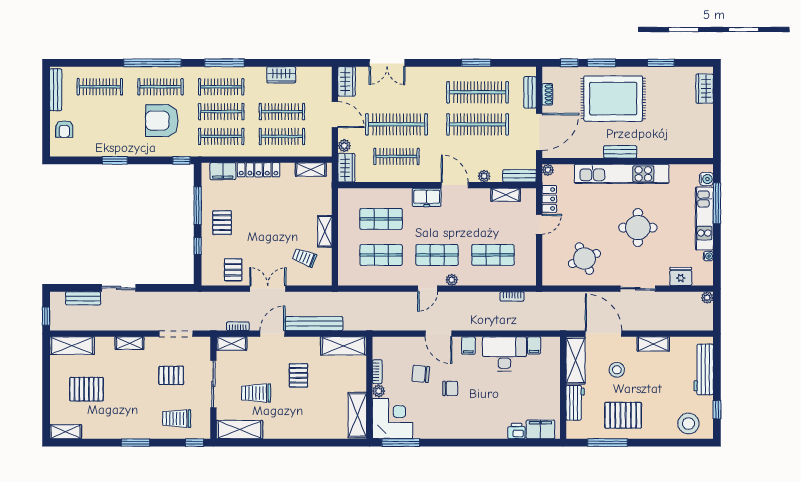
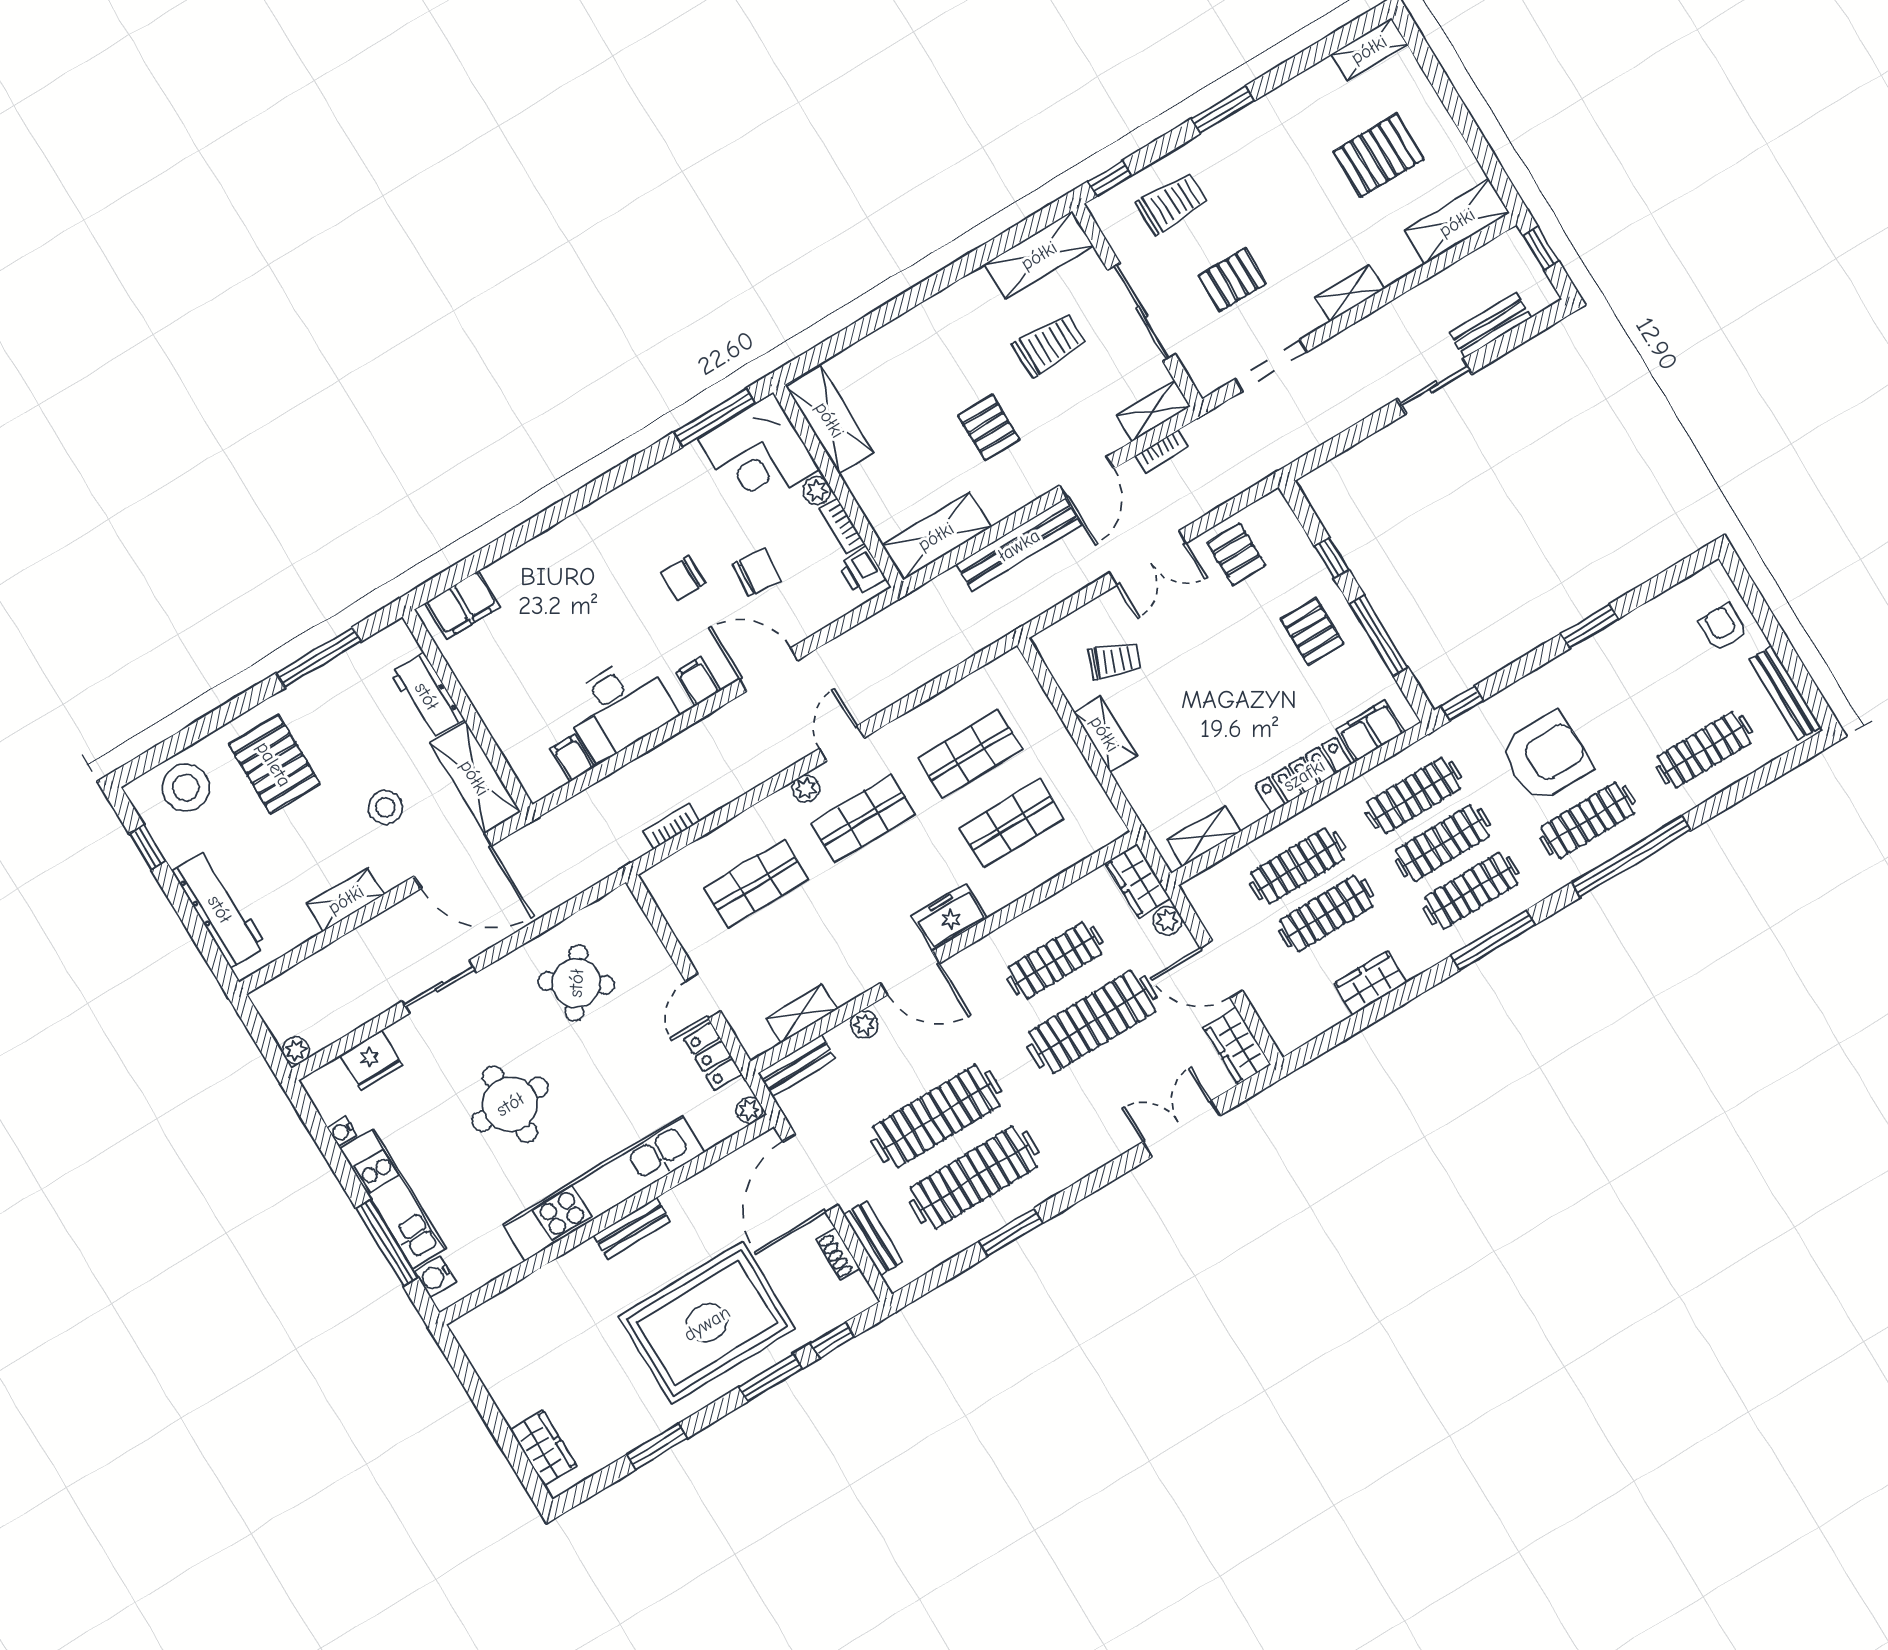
round table: (584, 259) -> (576, 983), turned -32
pallet: (623, 415) -> (274, 764), moved, turned 90
printer: (517, 431) -> (861, 571), moved, turned 90

